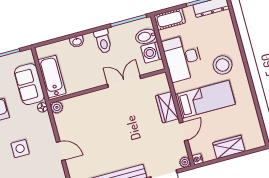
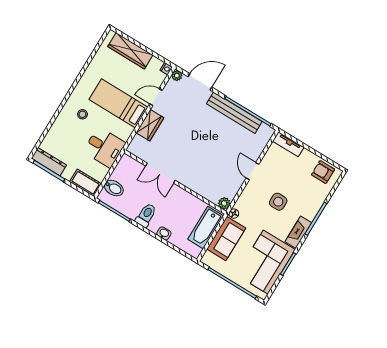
washing machine: (152, 53) -> (121, 173), removed
desk: (183, 58) -> (104, 147), width x0.73
stool: (223, 65) -> (82, 114), width x0.53, depth x0.53
wardrobe: (229, 147) -> (130, 51), width x1.50

